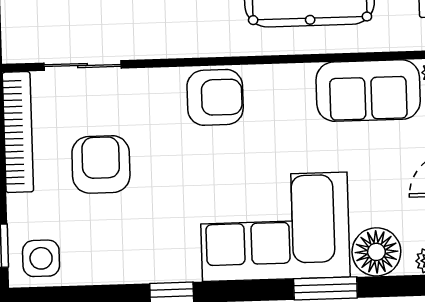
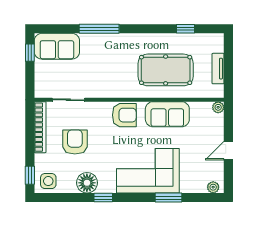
sofa: (368, 91) -> (167, 114), moved
floor lamp: (376, 252) -> (87, 183), moved

